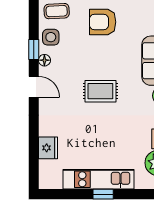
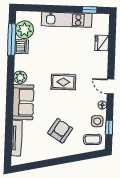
armchair: (103, 22) -> (60, 131), turned -58
window: (34, 50) -> (109, 127), moved
window: (103, 194) -> (90, 10), moved

